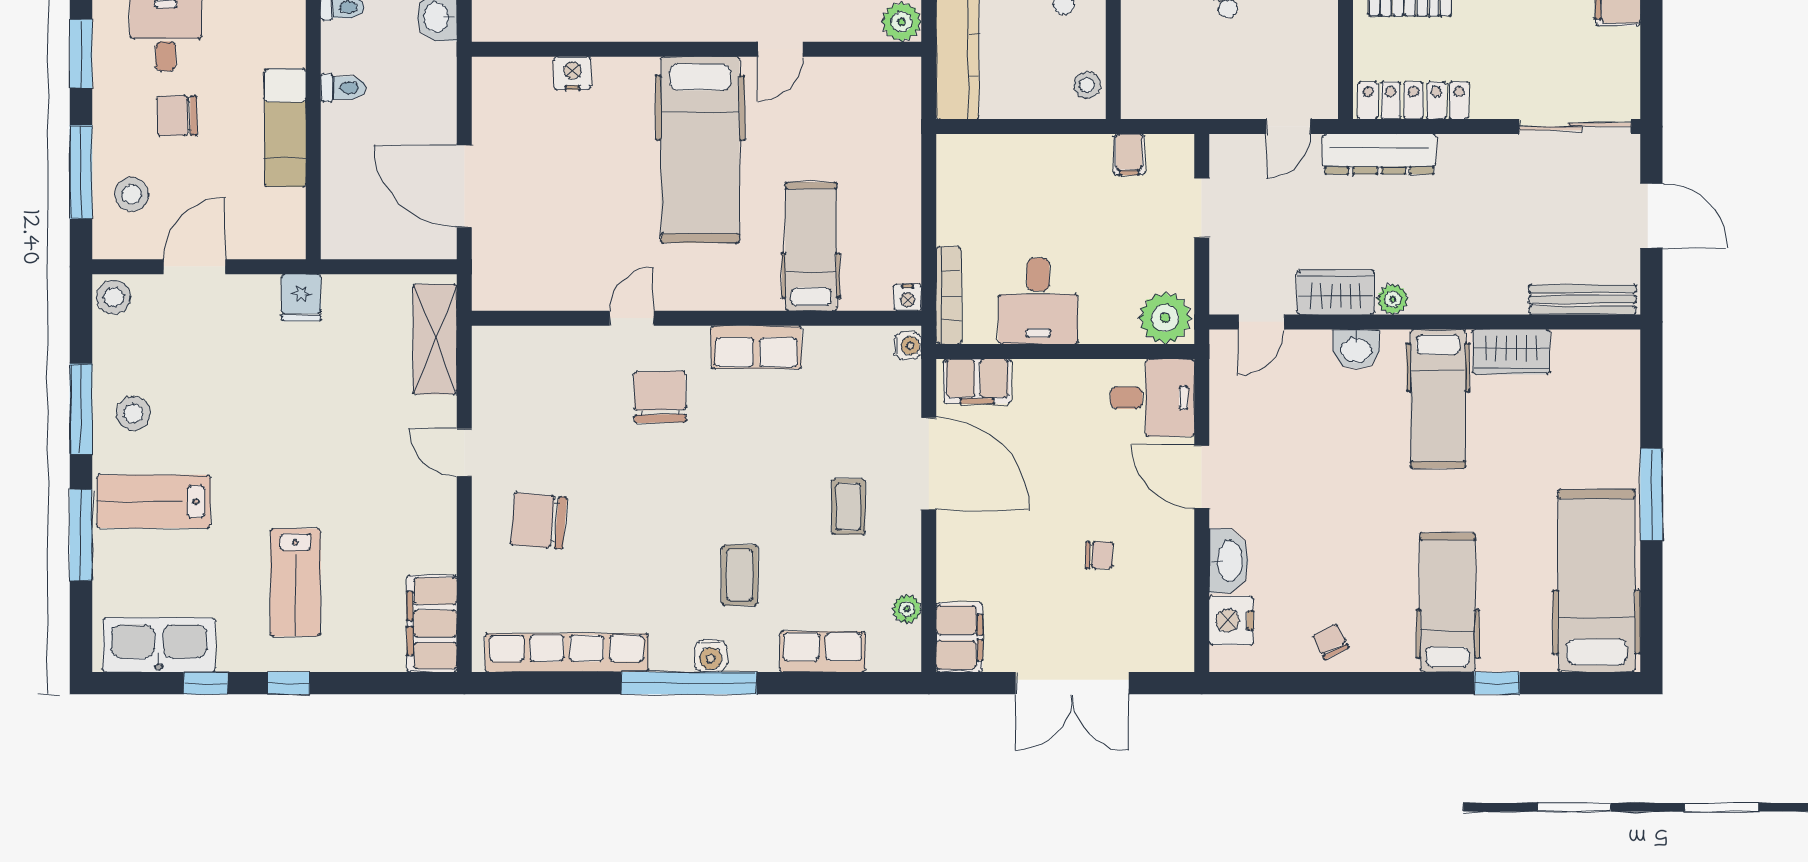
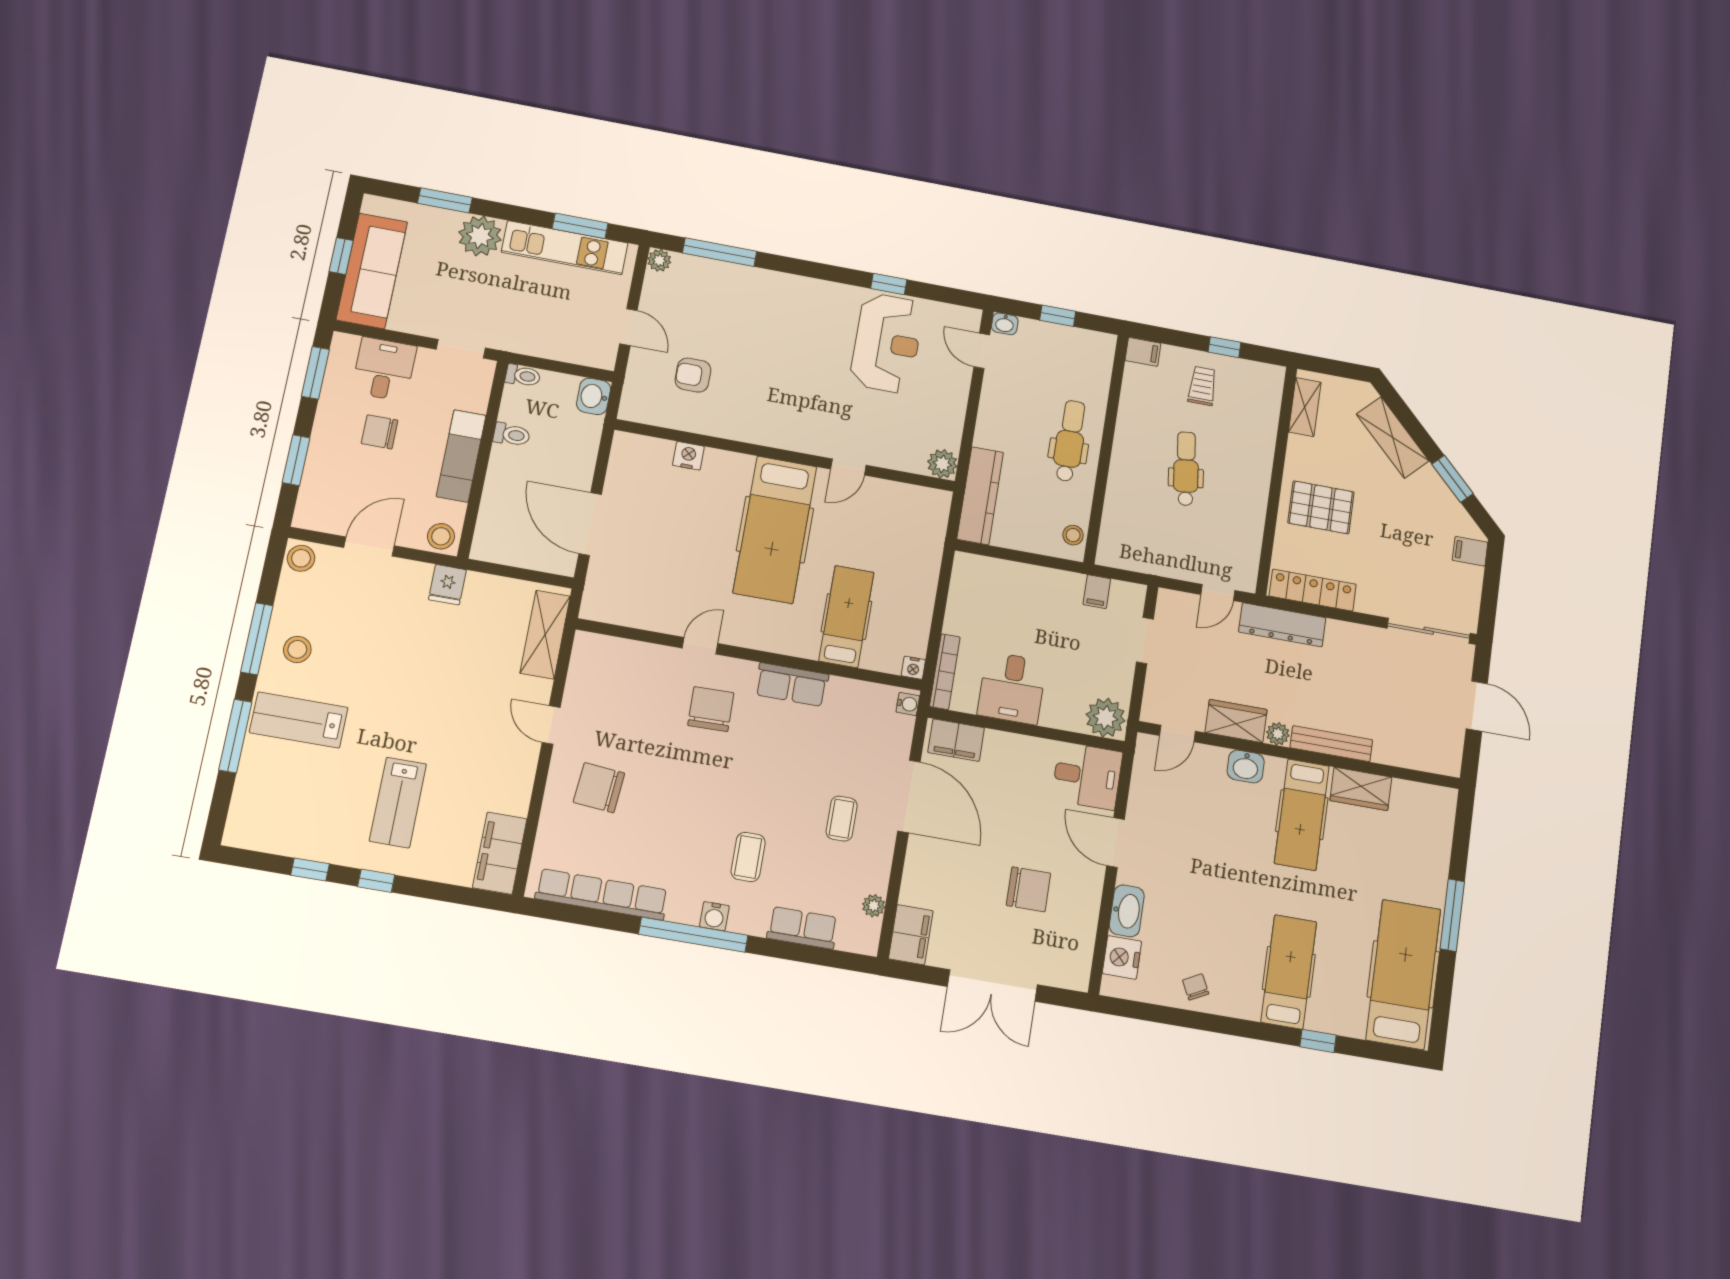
window: (81, 172) -> (296, 460), width x0.69
stool: (132, 194) -> (441, 536), moved
bench: (1583, 300) -> (1331, 744), moved
chair: (1099, 555) -> (1028, 889), width x1.87, depth x1.87
kitchen sink: (159, 645) -> (279, 833), removed

